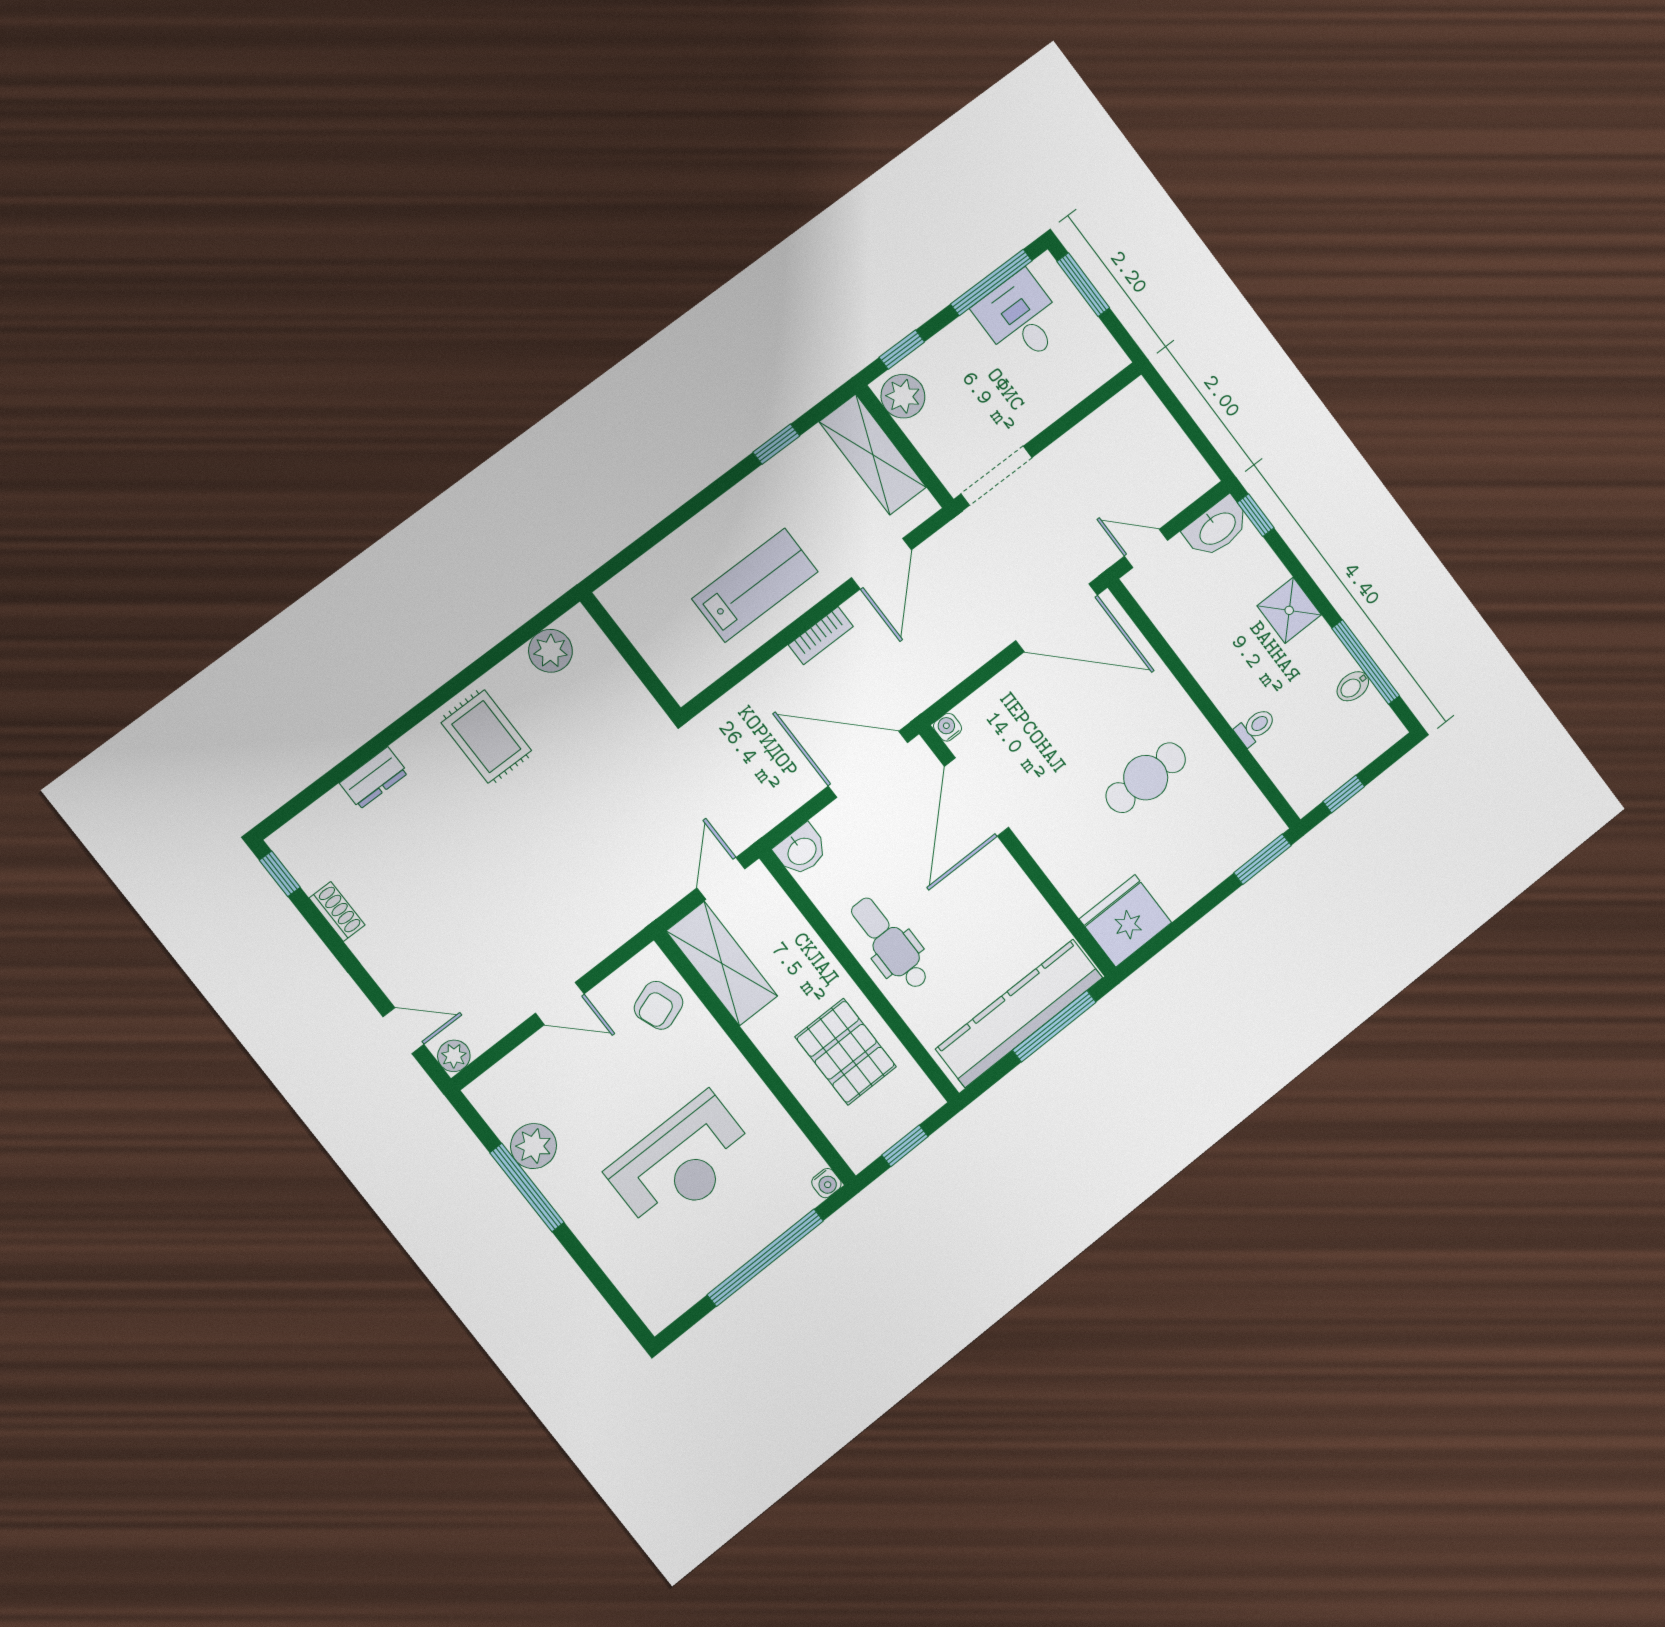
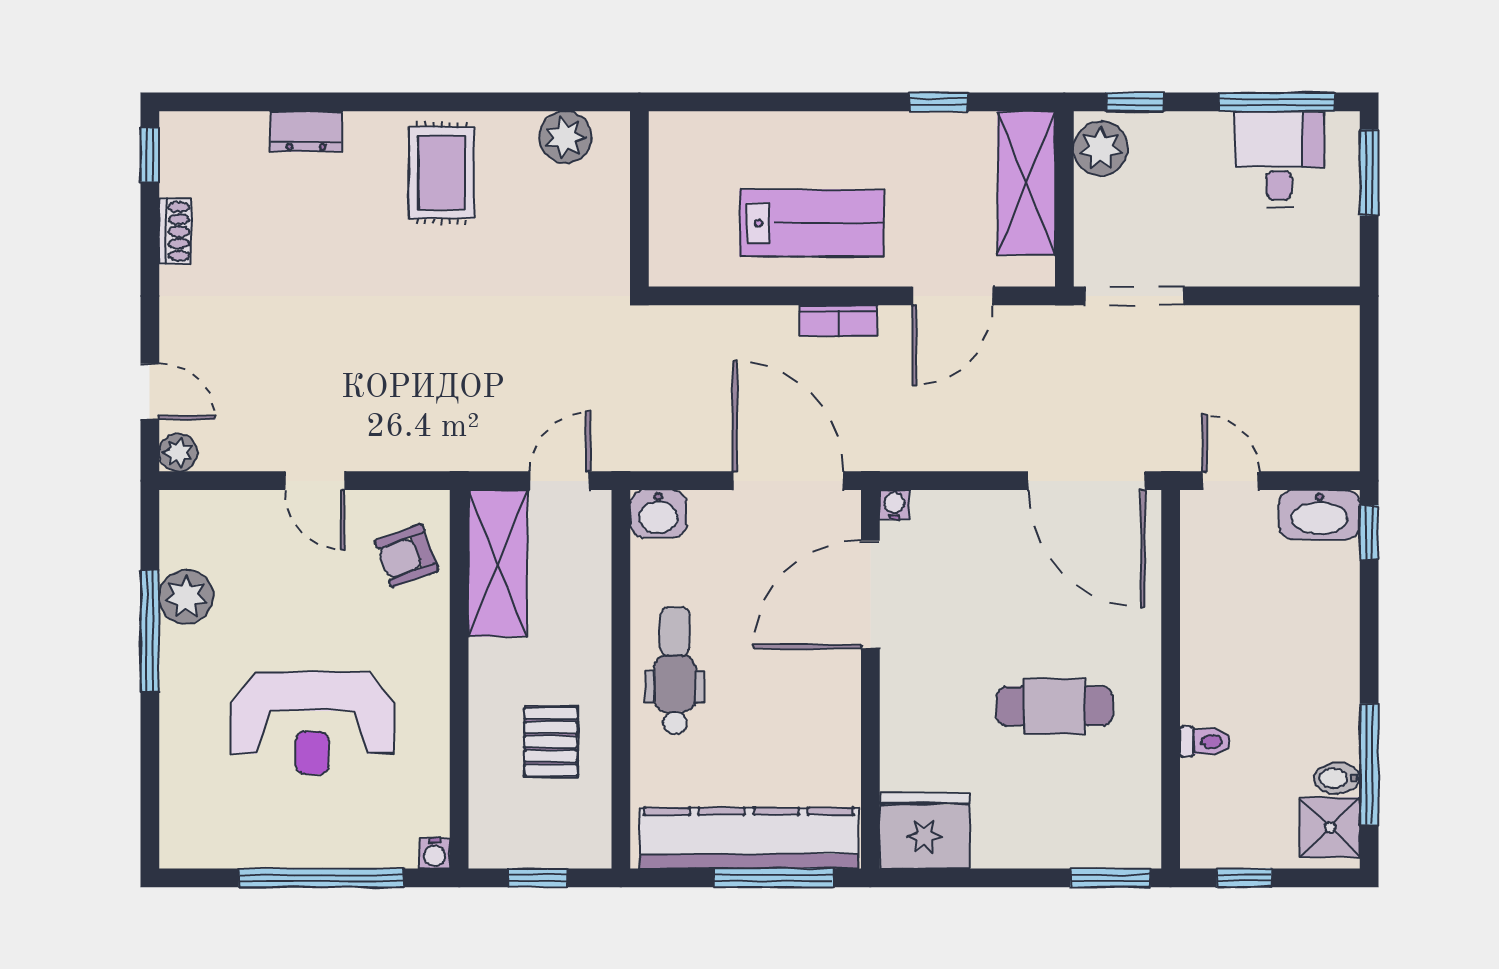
shower: (1289, 610) -> (1330, 827), moved
pallet: (846, 1052) -> (551, 742), width x0.67, depth x0.71

